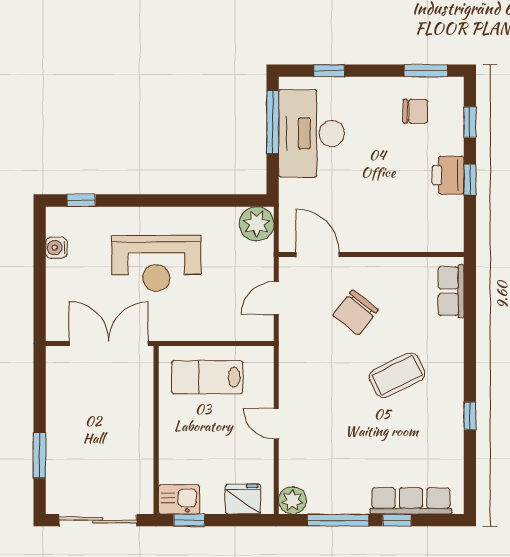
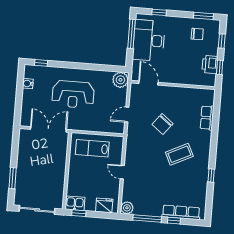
door: (318, 255) -> (148, 83), moved
wall: (371, 255) -> (173, 85), moved

